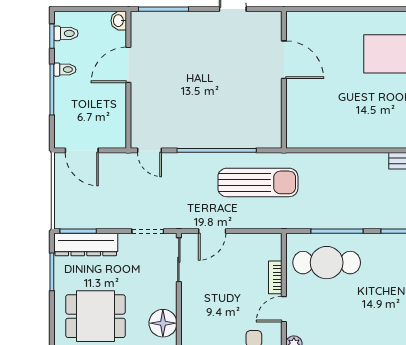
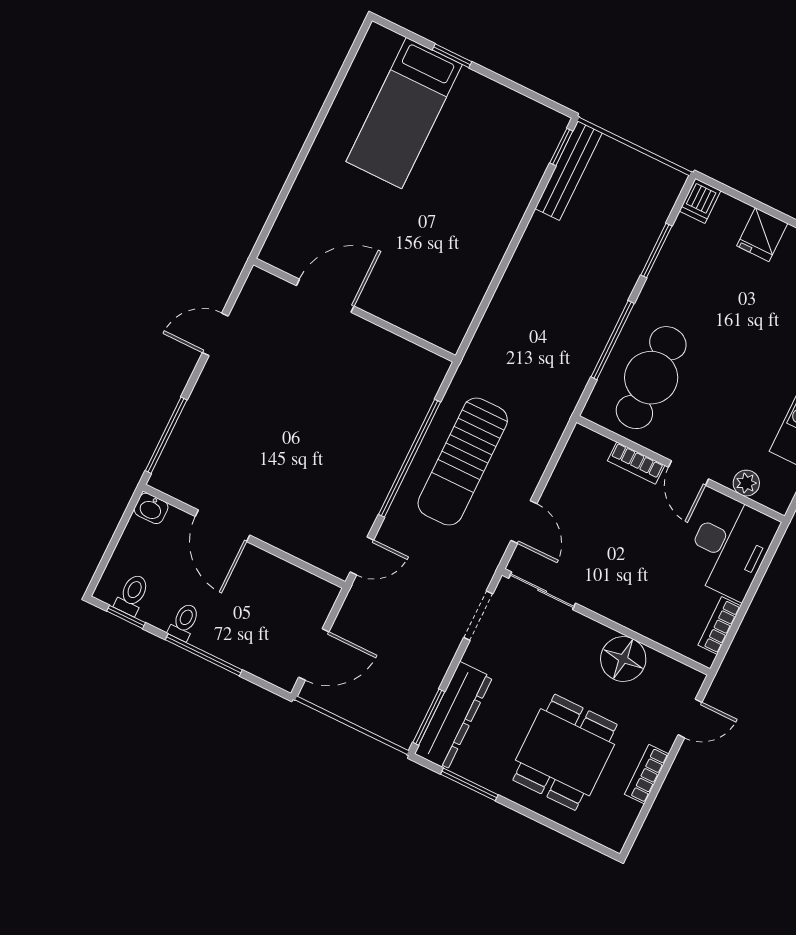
sun lounger: (258, 182) -> (463, 462), moved, turned 180

